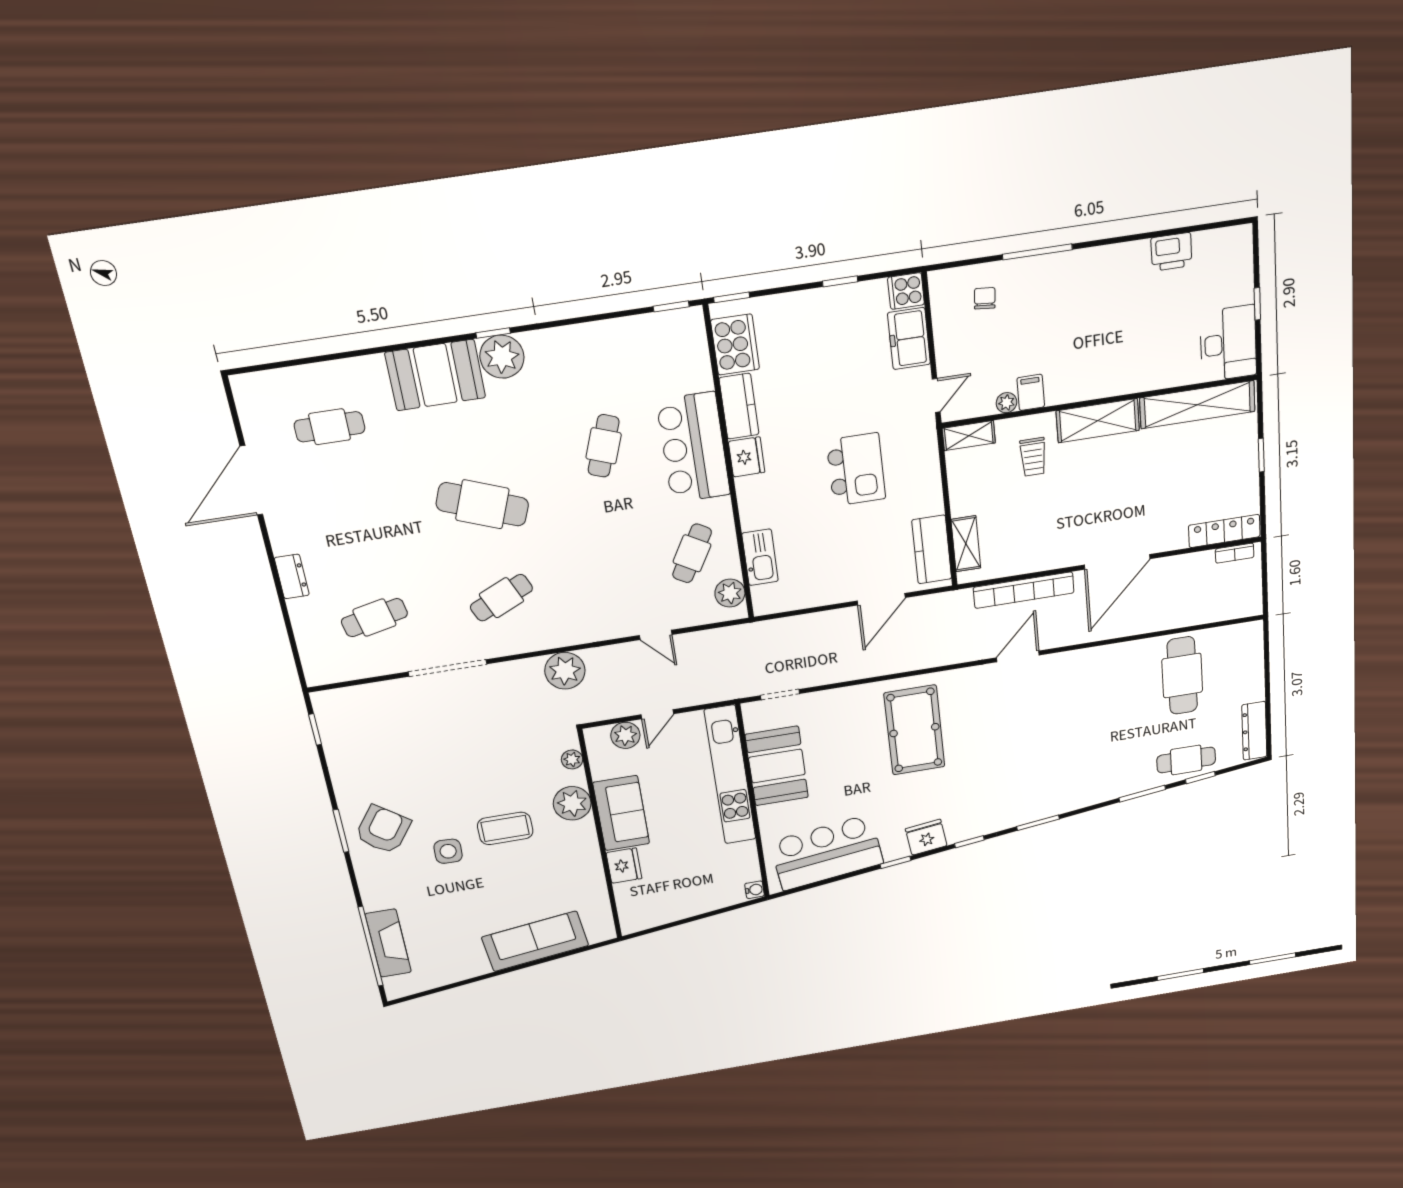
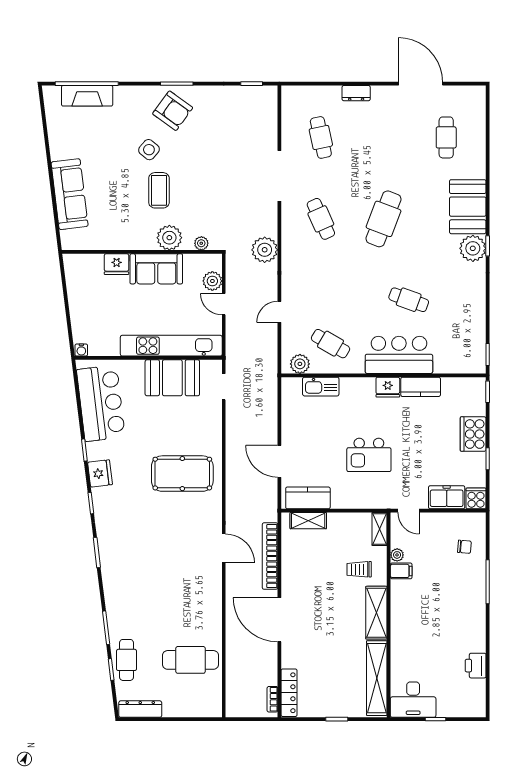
cooker: (735, 345) -> (473, 434), moved, turned 90
side table: (448, 851) -> (149, 150), turned 38

